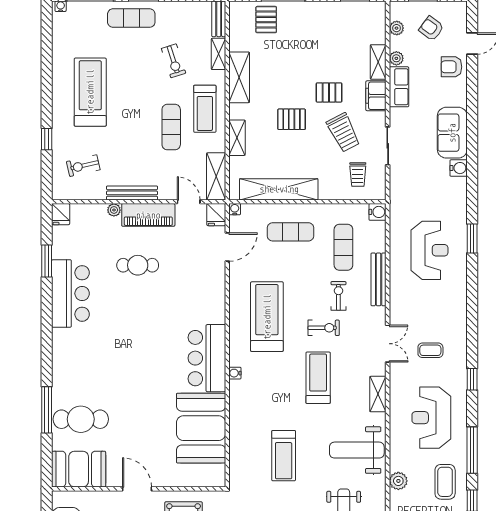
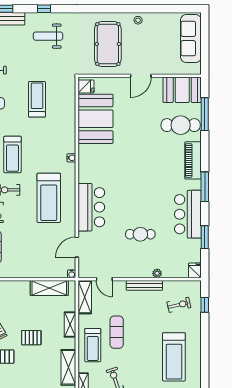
treadmill: (205, 109) -> (93, 345), turned 180
window: (47, 139) -> (205, 305), moved
shelving: (279, 189) -> (49, 288), width x0.68
piano: (148, 215) -> (193, 160), moved, turned -90
fridge: (216, 215) -> (86, 86), moved, turned 90
exercise mat: (291, 232) -> (32, 258), removed
window: (47, 332) -> (205, 187), added
bar counter: (207, 358) -> (91, 207), moved
window: (47, 410) -> (205, 114), moved
door: (137, 489) -> (141, 76), hinge flipped

